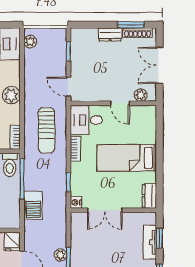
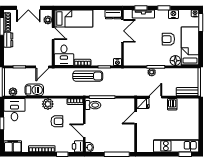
door: (120, 103) -> (53, 33), hinge flipped
sun lounger: (47, 130) -> (88, 76), moved
bed: (127, 158) -> (73, 18), moved, turned -90
barbecue: (33, 205) -> (34, 90), moved
double door: (105, 210) -> (122, 31), moved

